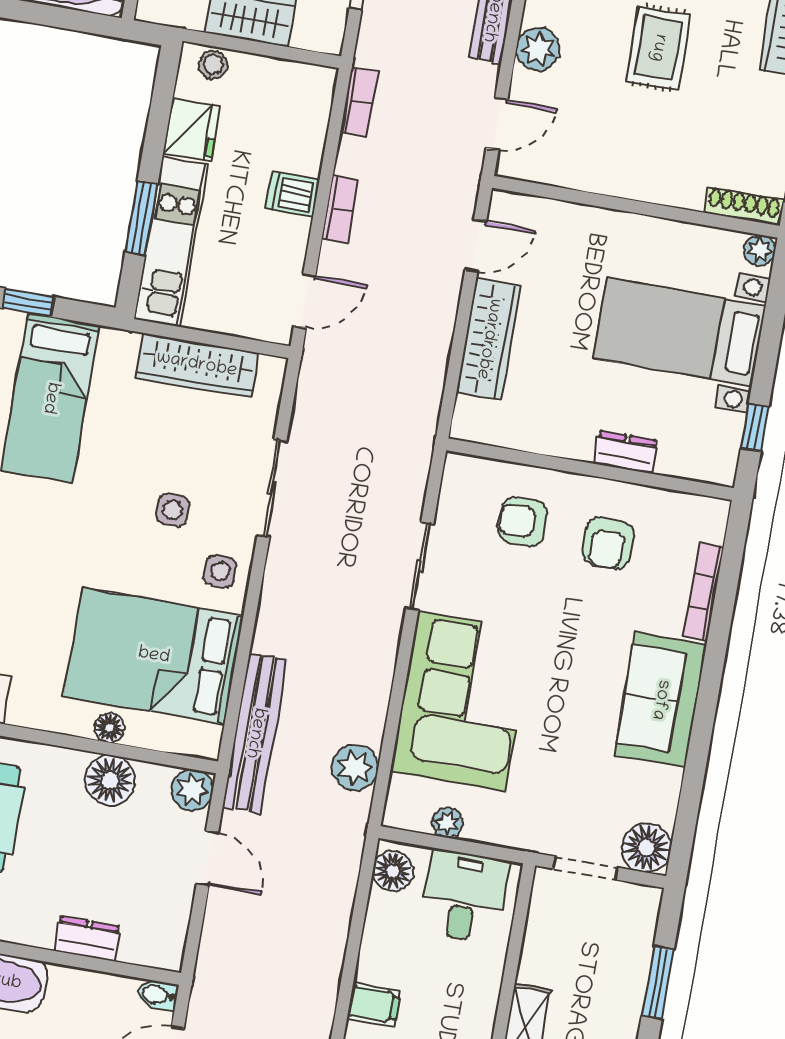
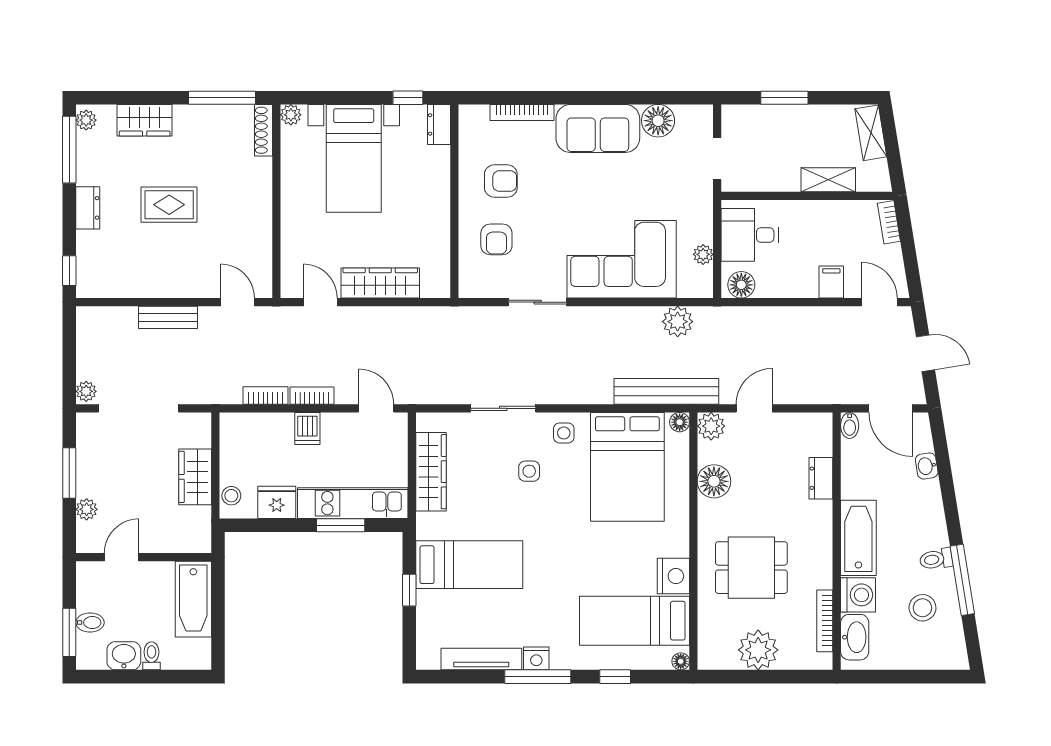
plant: (538, 49) -> (184, 284), removed
bookcase: (359, 102) -> (266, 395), moved
dresser: (625, 452) -> (439, 124), moved
floor lamp: (109, 728) -> (680, 422), moved
floor lamp: (646, 848) -> (658, 121), moved

